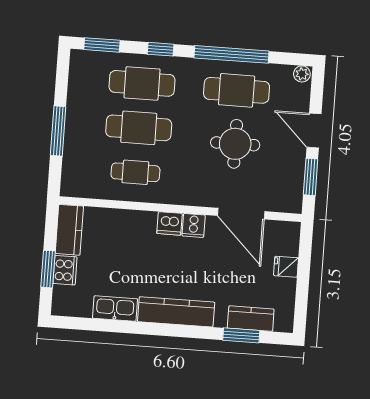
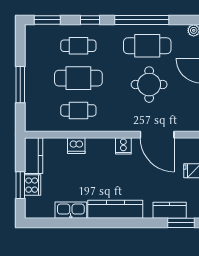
cafe table: (142, 83) -> (78, 46), width x0.73, depth x0.74
dishwasher: (169, 223) -> (76, 146), moved
window: (241, 335) -> (181, 223), moved

